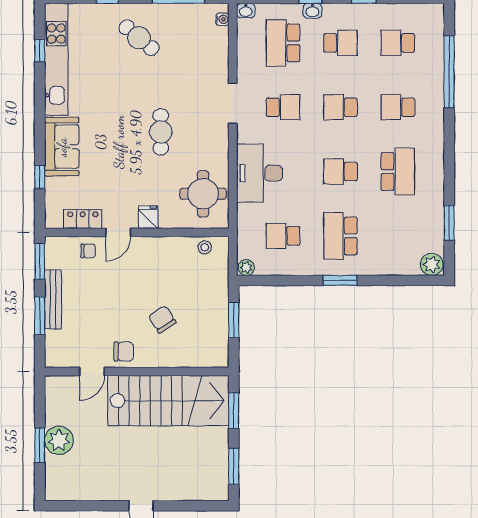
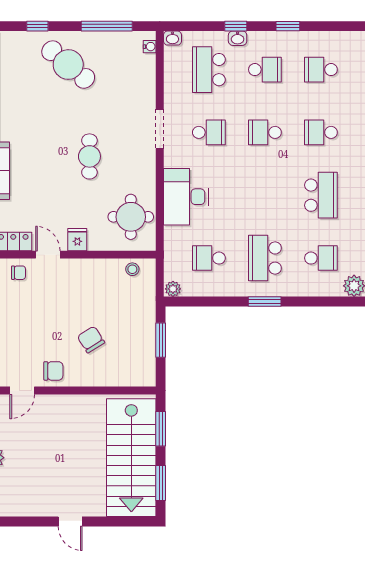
cafe table: (139, 38) -> (68, 65), width x1.37, depth x1.35
school desk: (340, 172) -> (321, 258), moved, turned 180
door: (118, 232) -> (48, 255), swing flipped
stairs: (168, 401) -> (131, 458), moved, turned 90

